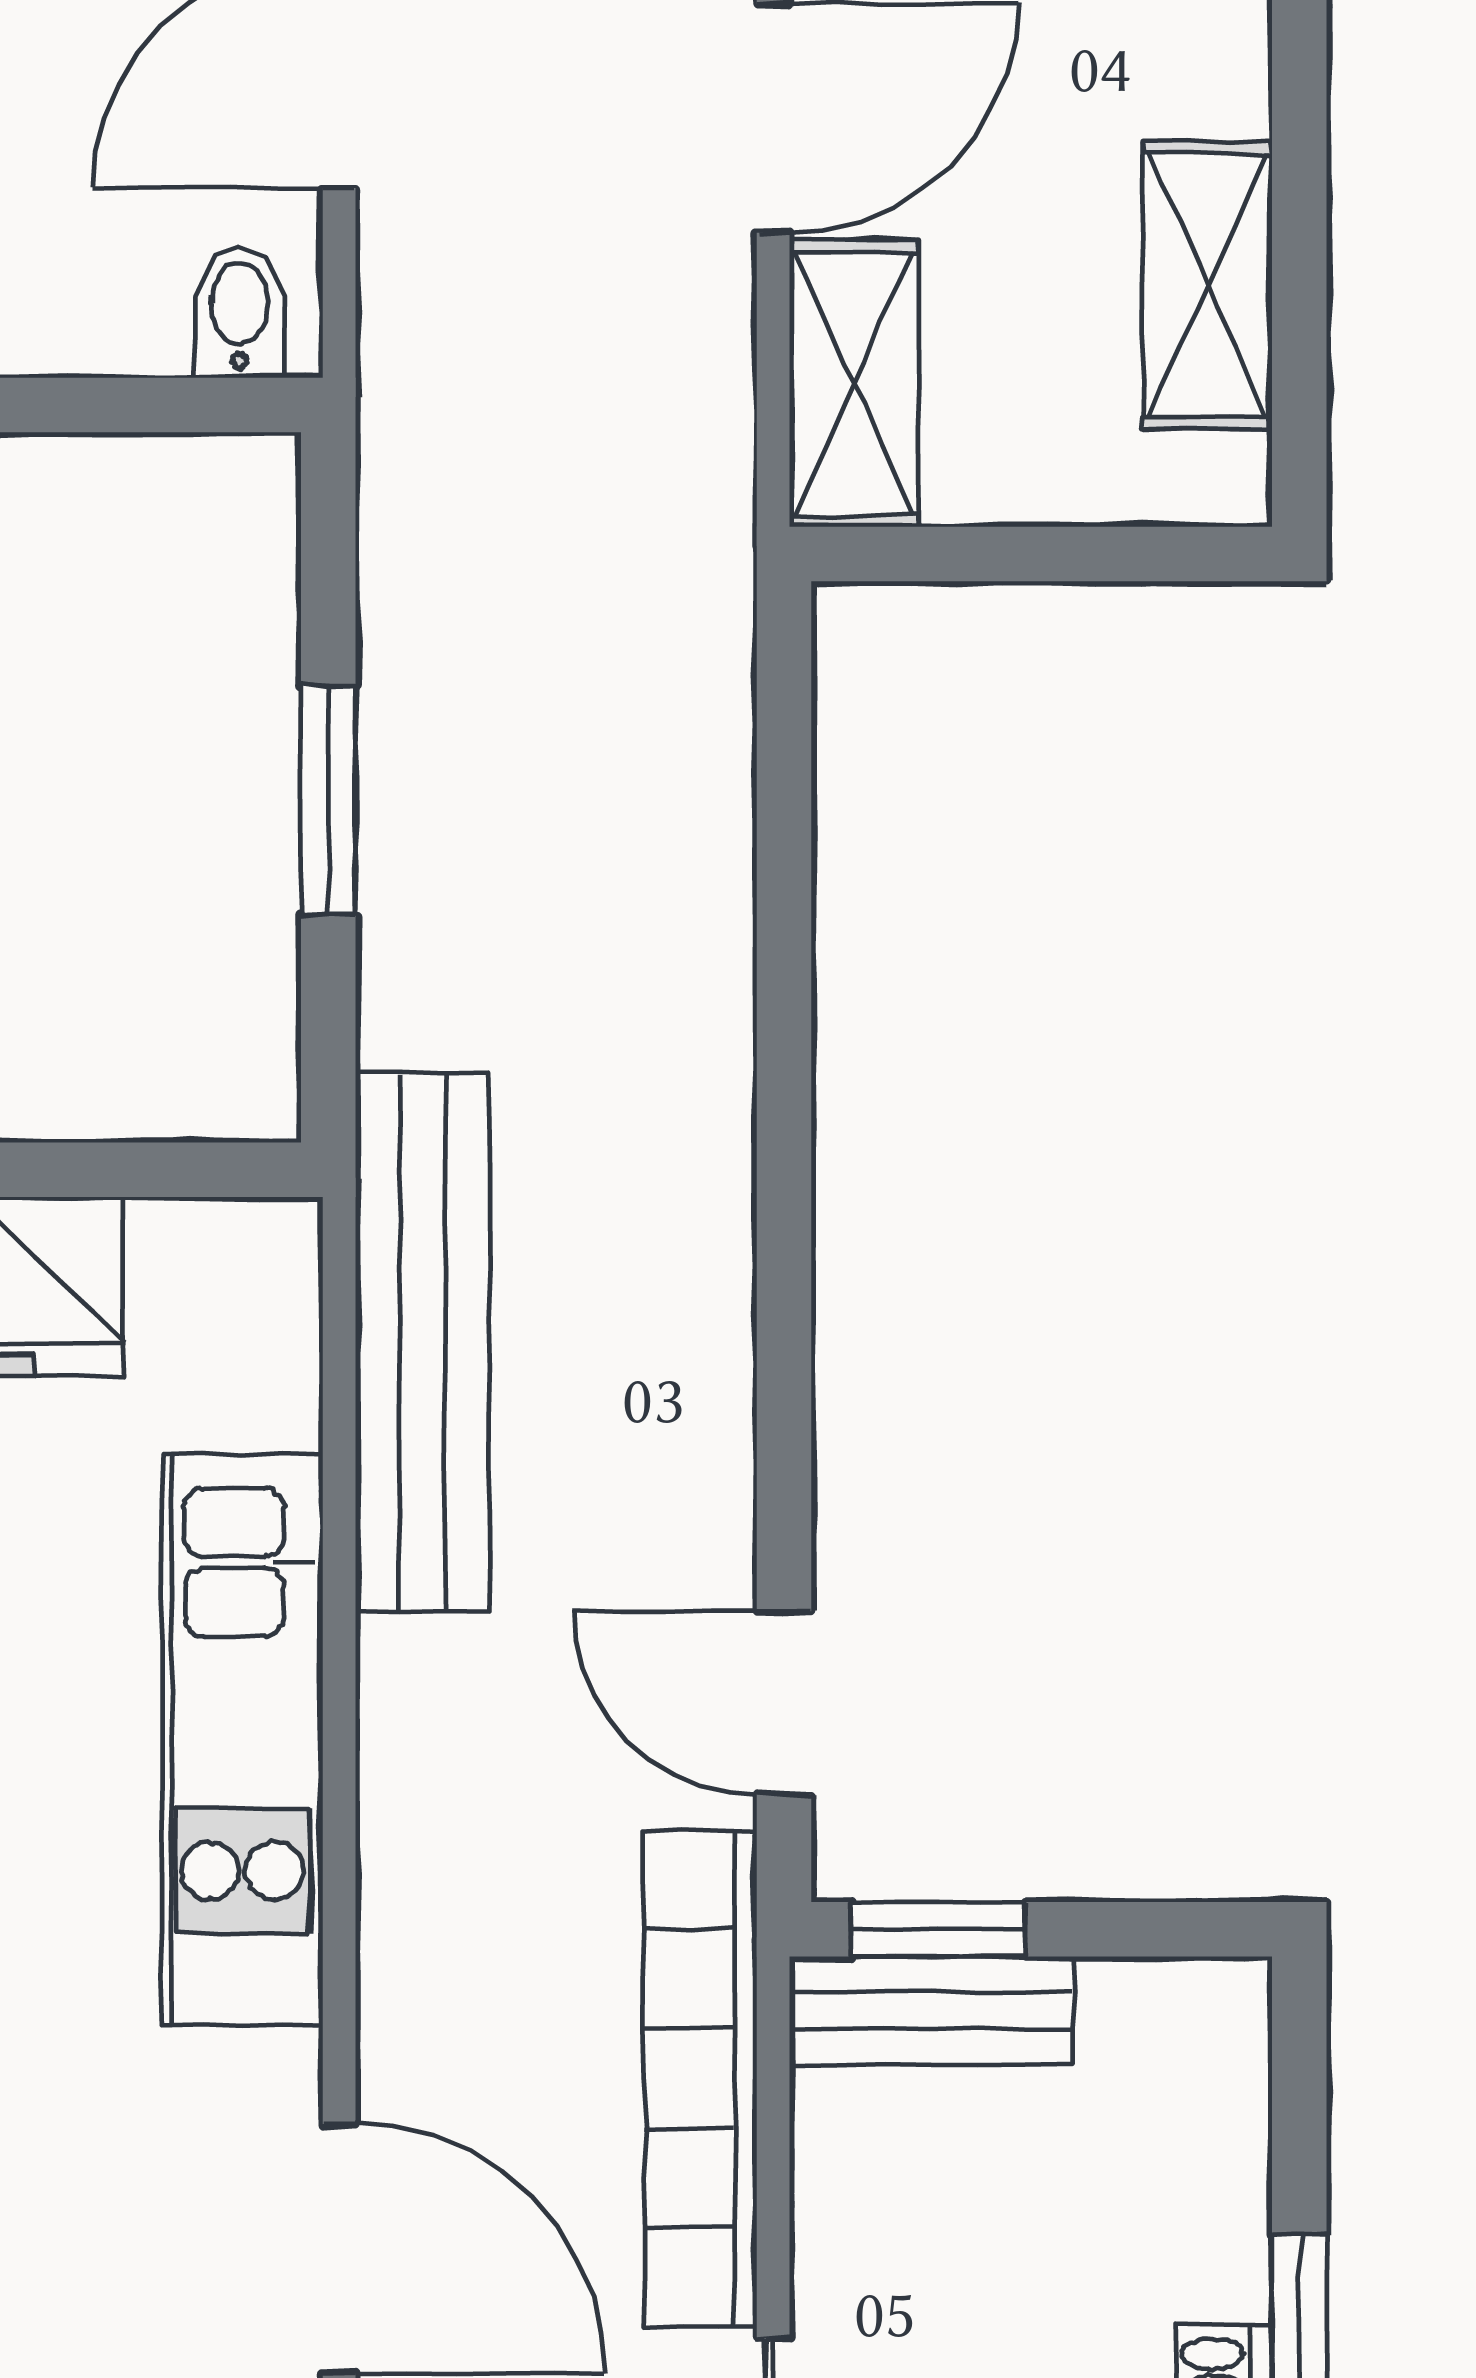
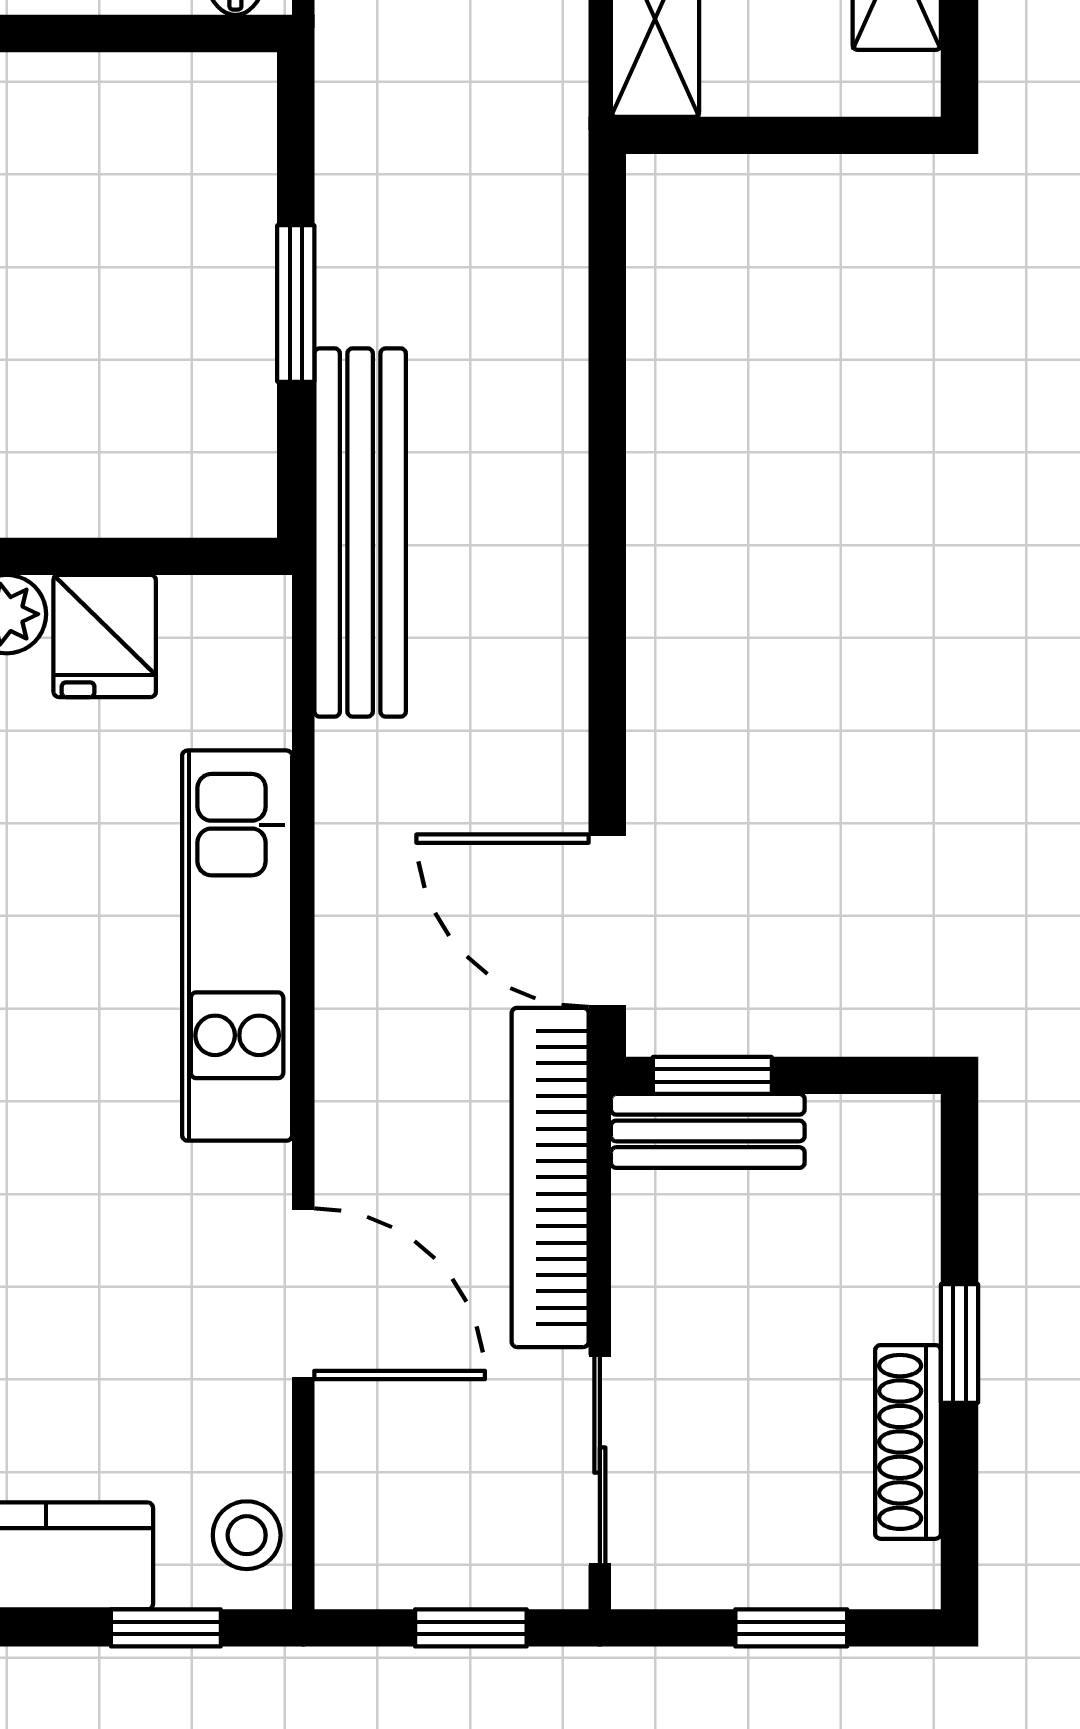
bench: (422, 1343) -> (360, 532), moved
door: (784, 1703) -> (607, 921), width x1.38

